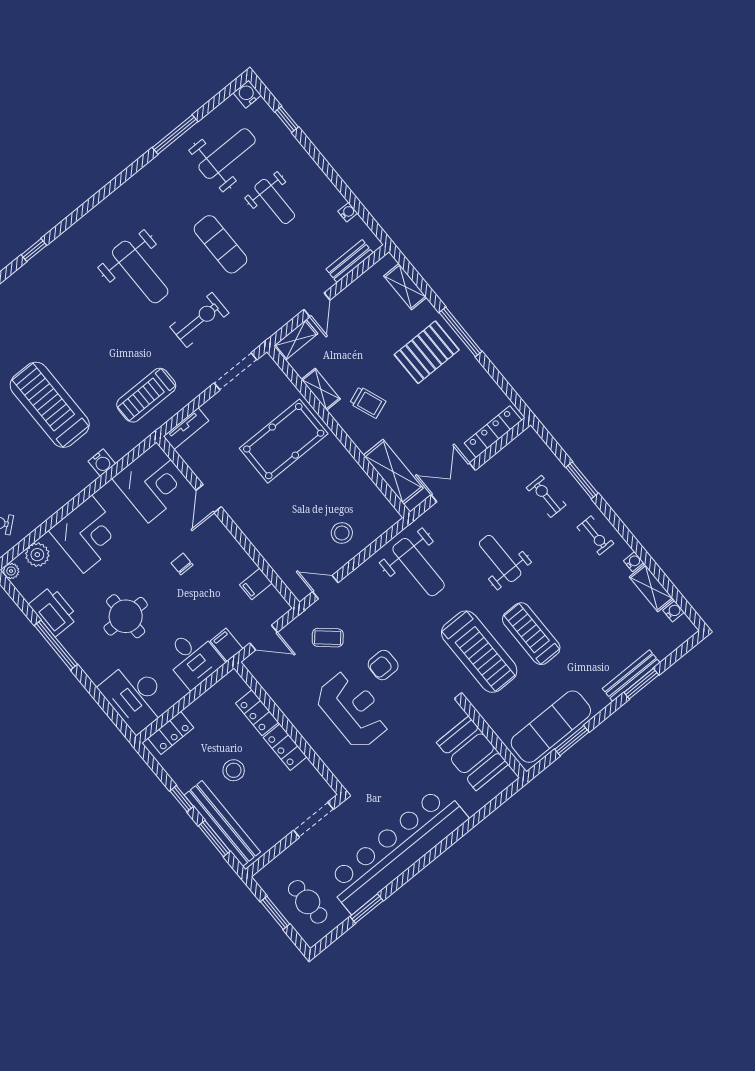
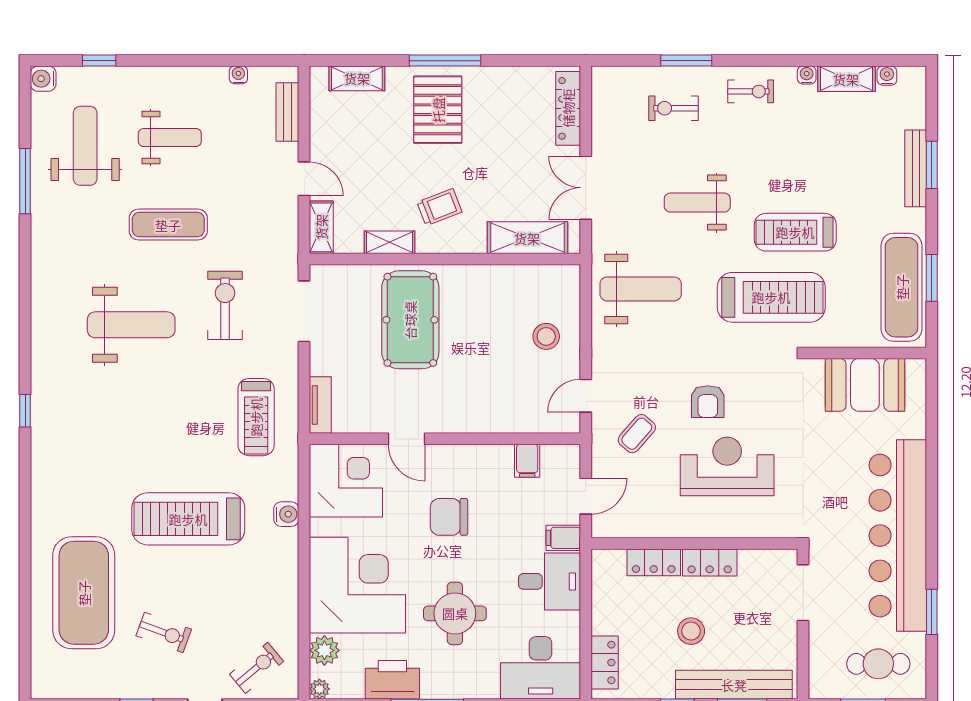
corner desk: (88, 534) -> (357, 585), width x1.36, depth x1.36
chair: (182, 564) -> (449, 517), width x1.87, depth x1.87

